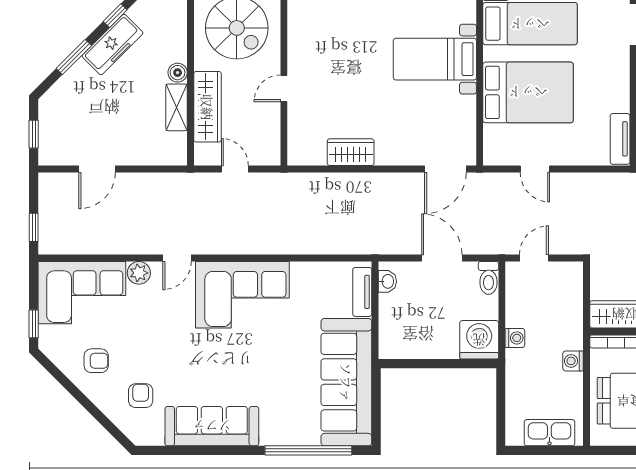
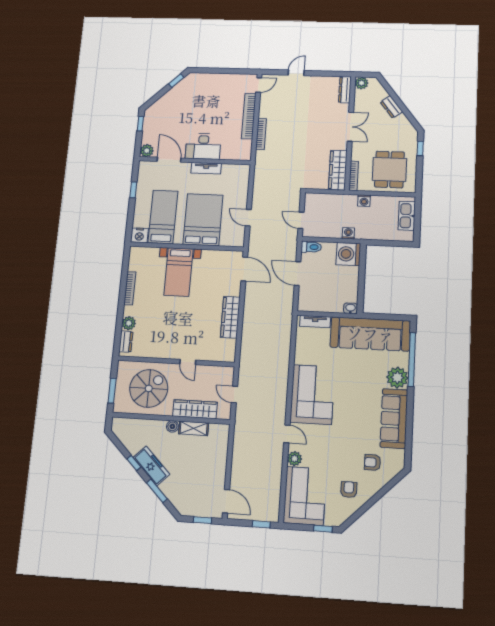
tv unit: (620, 139) -> (206, 168), moved
wardrobe: (351, 152) -> (230, 317), width x1.50
door: (97, 169) -> (226, 501), moved
door: (235, 169) -> (234, 395), hinge flipped
door: (535, 169) -> (248, 218), swing flipped
door: (442, 258) -> (298, 274), hinge flipped
washbasin: (387, 281) -> (350, 308), moved
plant: (278, 429) -> (397, 377), added

